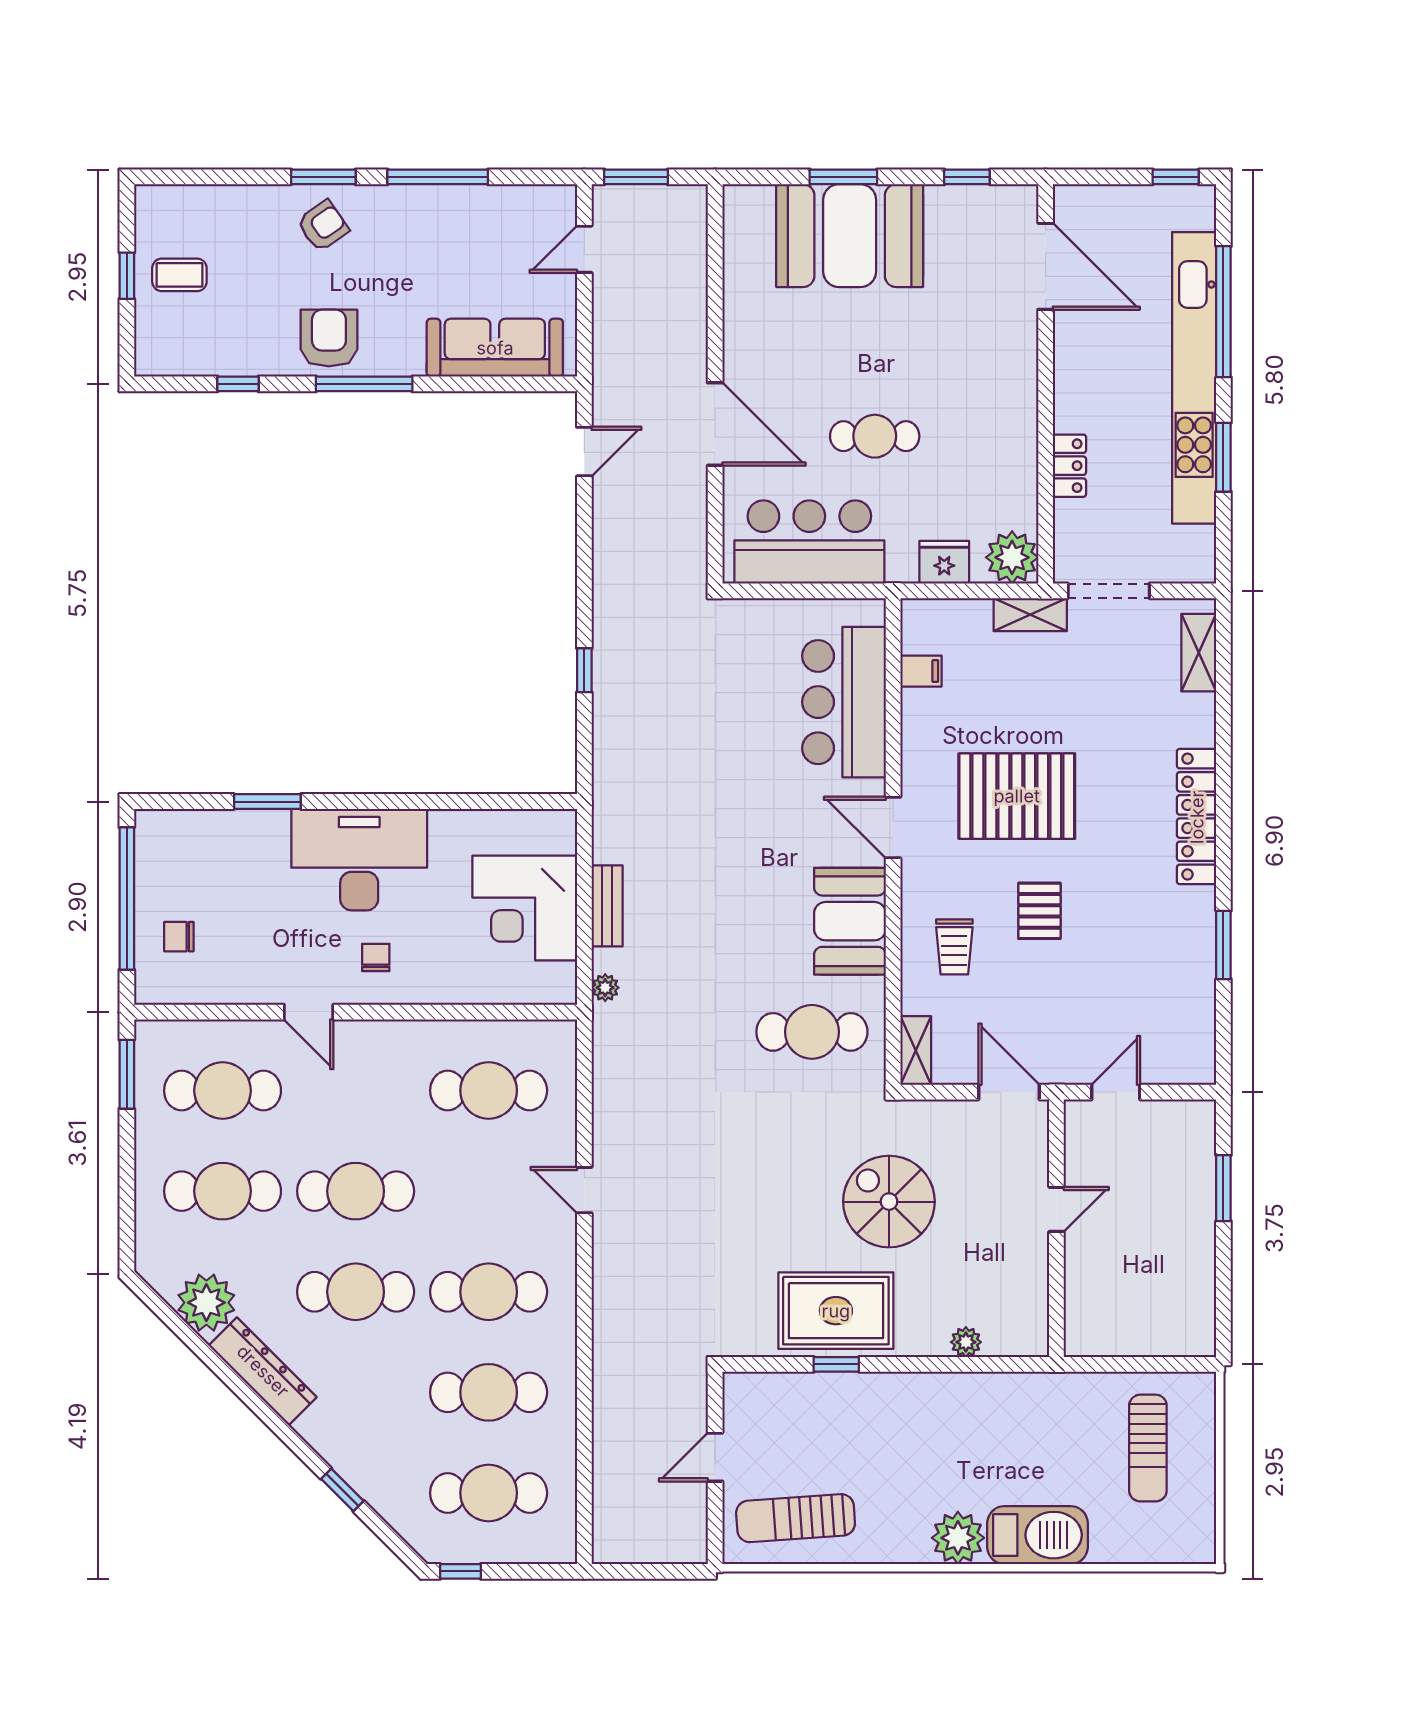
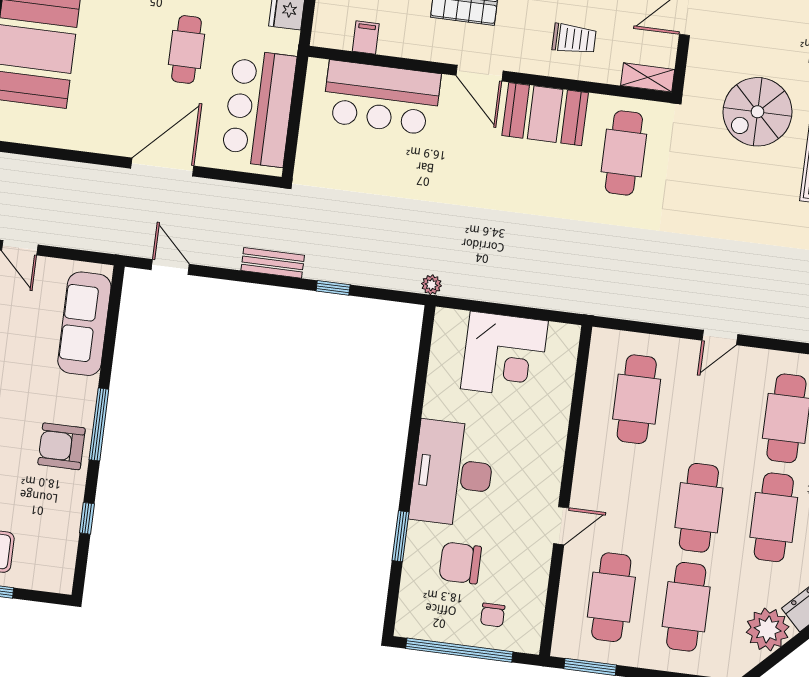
door: (893, 828) -> (480, 73), hinge flipped
bench: (607, 906) -> (273, 263), moved
chair: (376, 958) -> (460, 563), moved, width x1.87, depth x1.87
plant: (605, 988) -> (431, 285), moved

